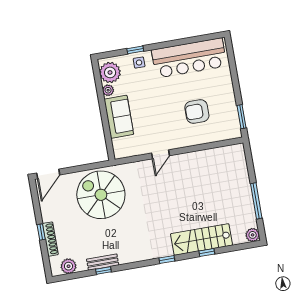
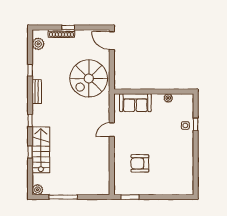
bar counter: (189, 58) -> (182, 165), removed
plant: (110, 72) -> (182, 102), removed
armchair: (197, 112) -> (140, 163), turned -90
sofa: (119, 117) -> (135, 103), moved
door: (160, 154) -> (112, 130), hinge flipped
spiral stairs: (101, 195) -> (89, 78), turned 180
bench: (103, 262) -> (37, 92), moved

